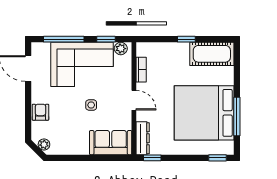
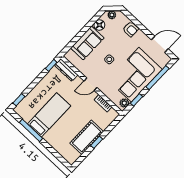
cot: (212, 54) -> (87, 137), moved
bed: (204, 113) -> (49, 115), width x0.49
sofa: (111, 143) -> (87, 43), moved
floor lamp: (66, 147) -> (99, 25), added

